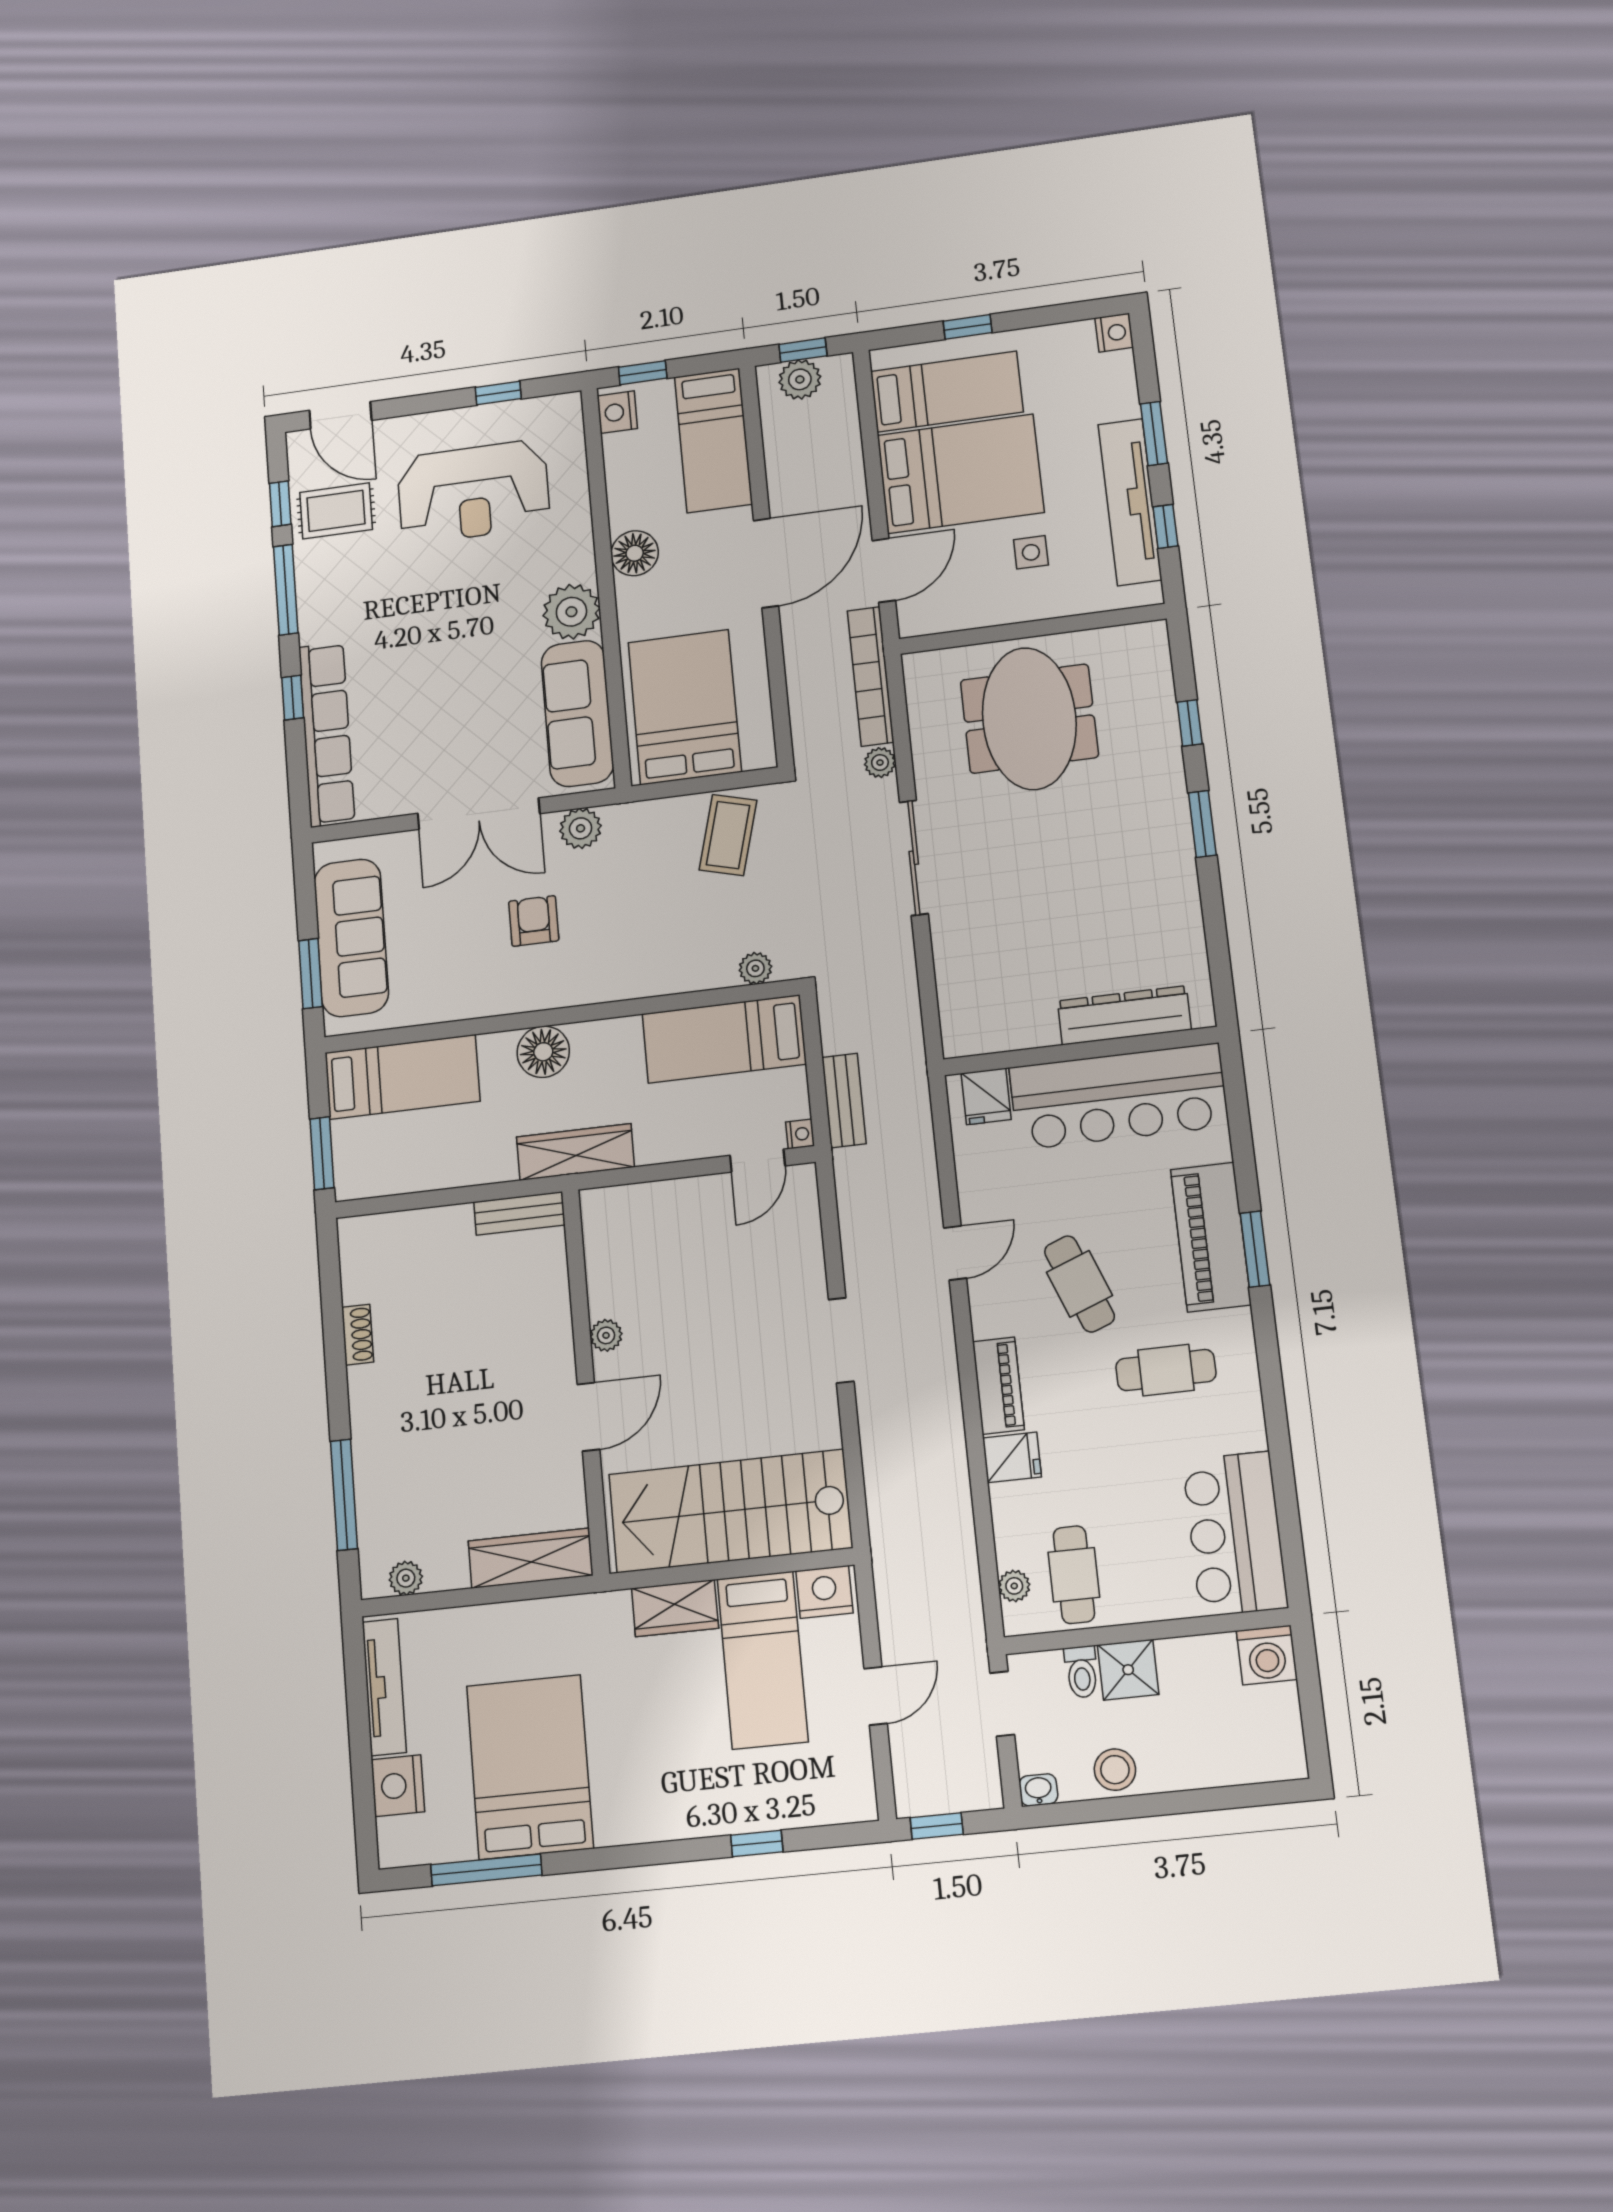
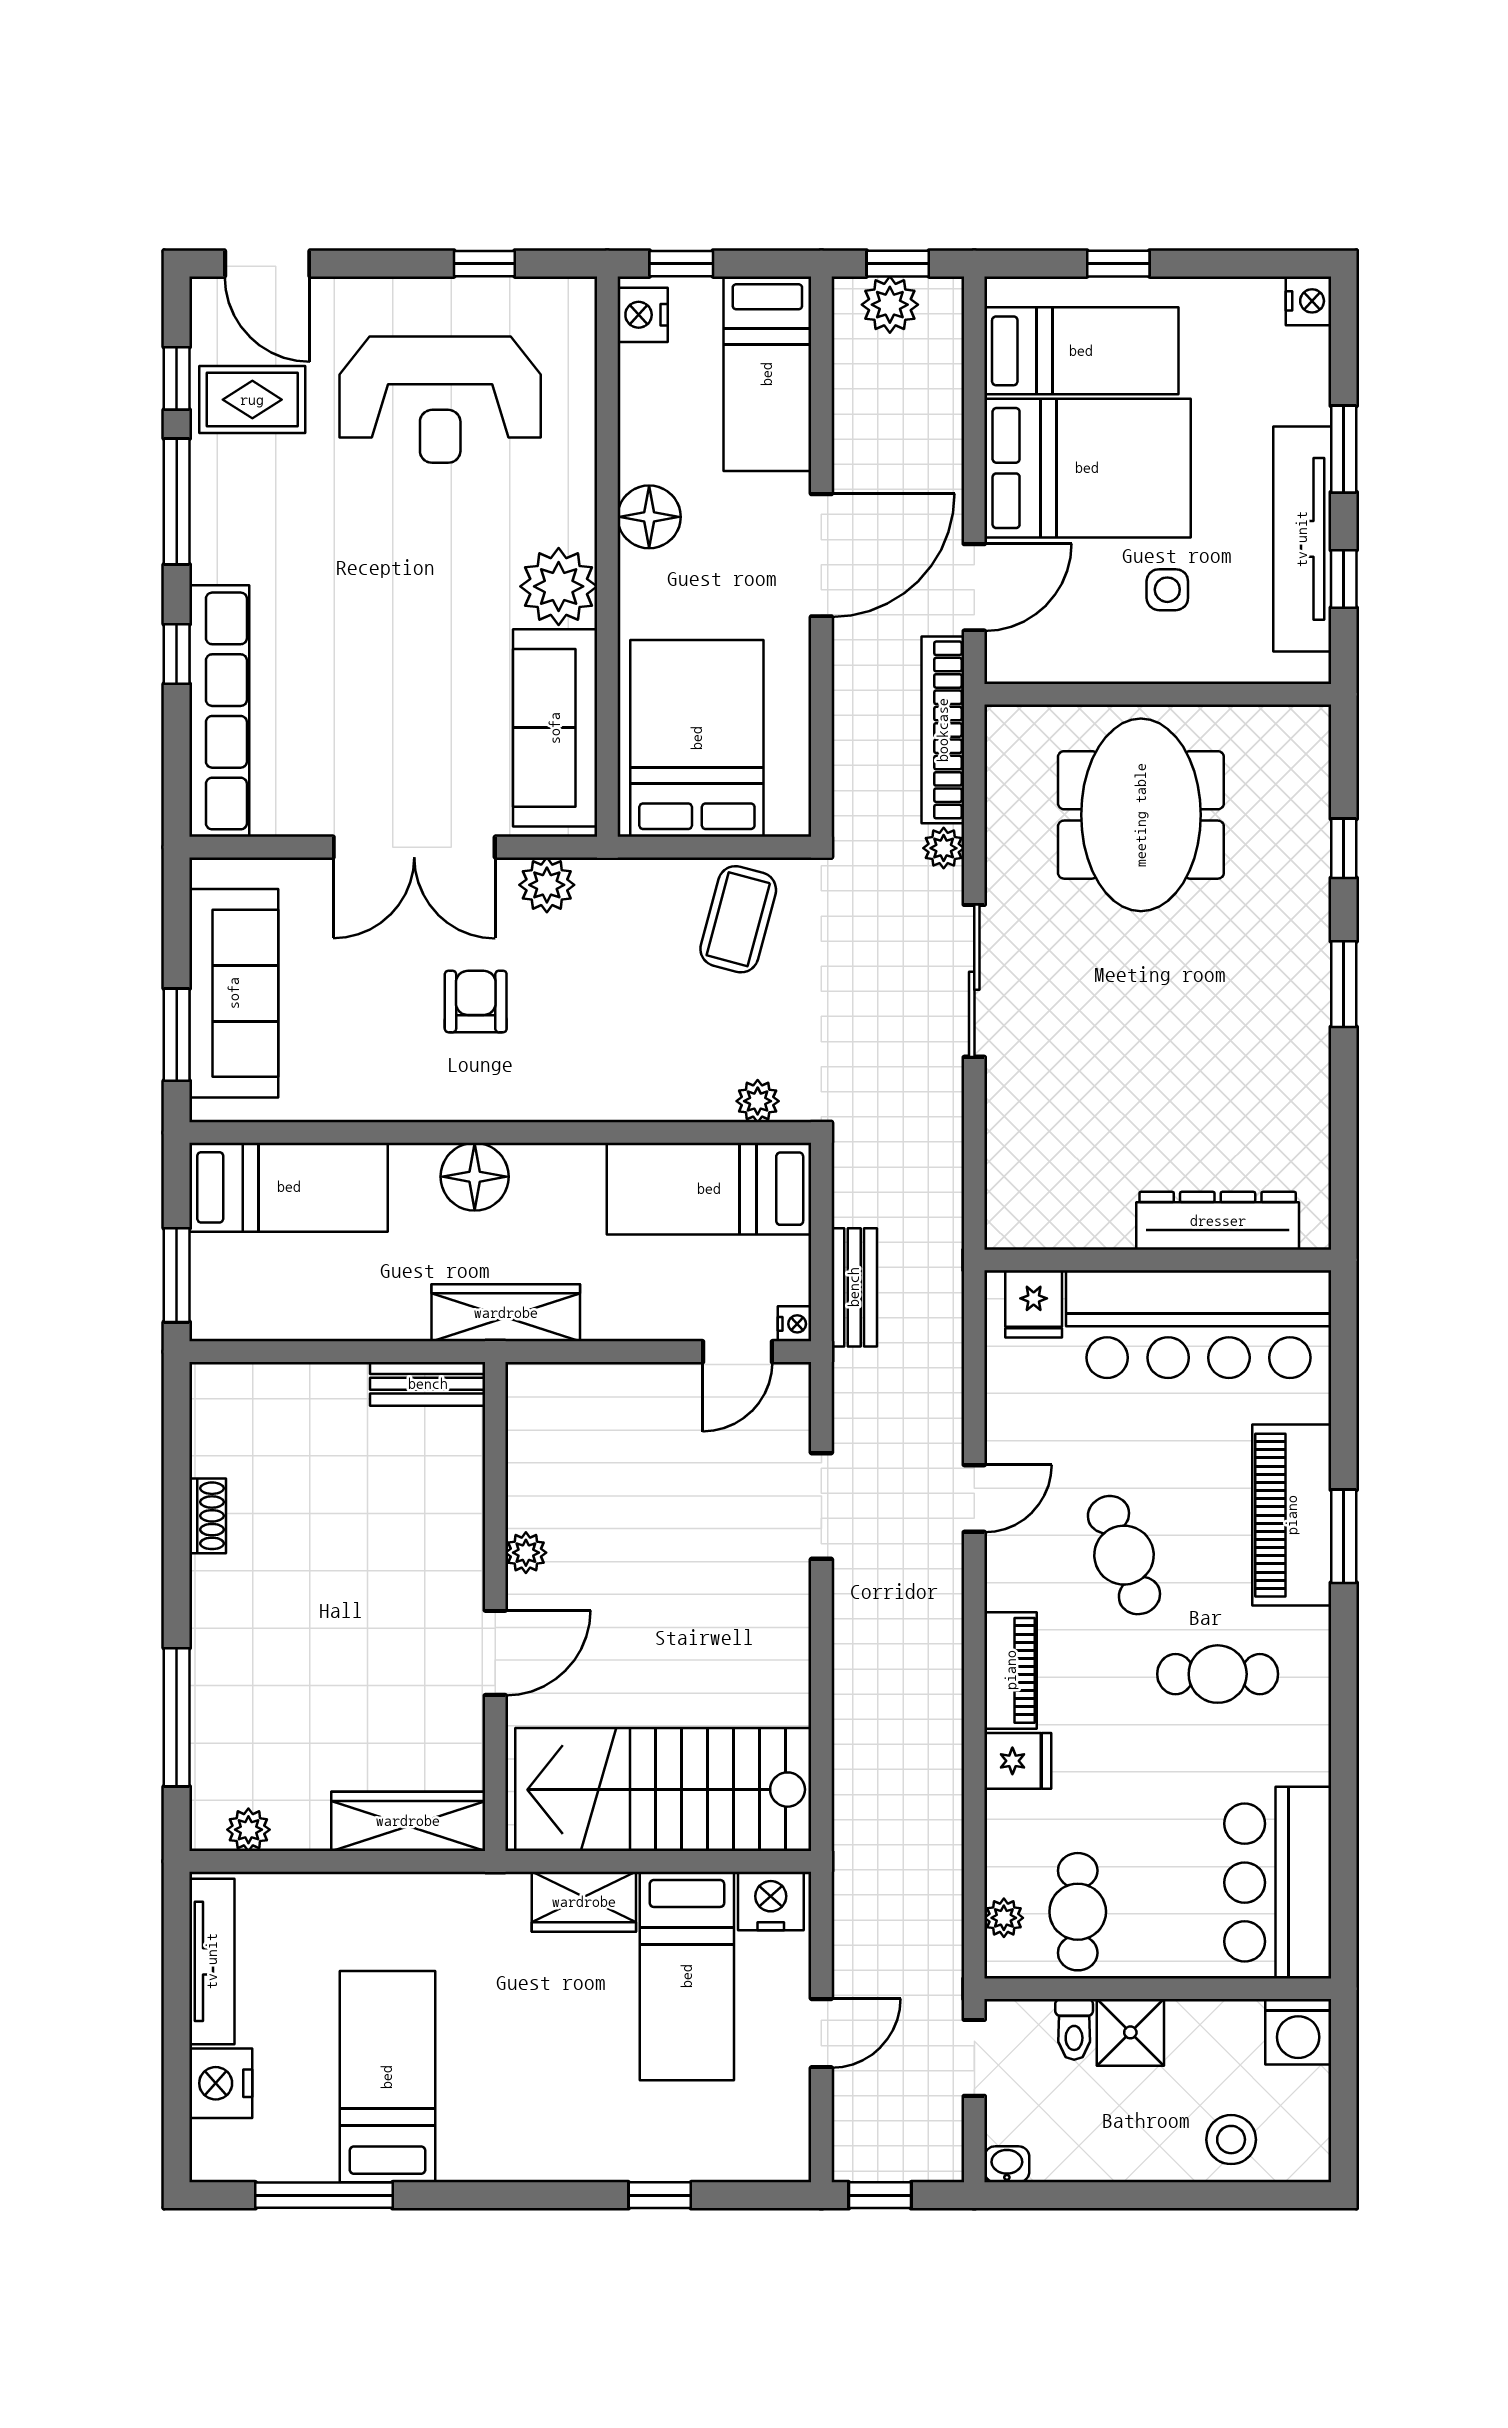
doorway: (841, 1340) -> (821, 1506), moved
bed: (530, 1767) -> (387, 2077), width x0.67
stool: (1115, 1770) -> (1231, 2140), moved

